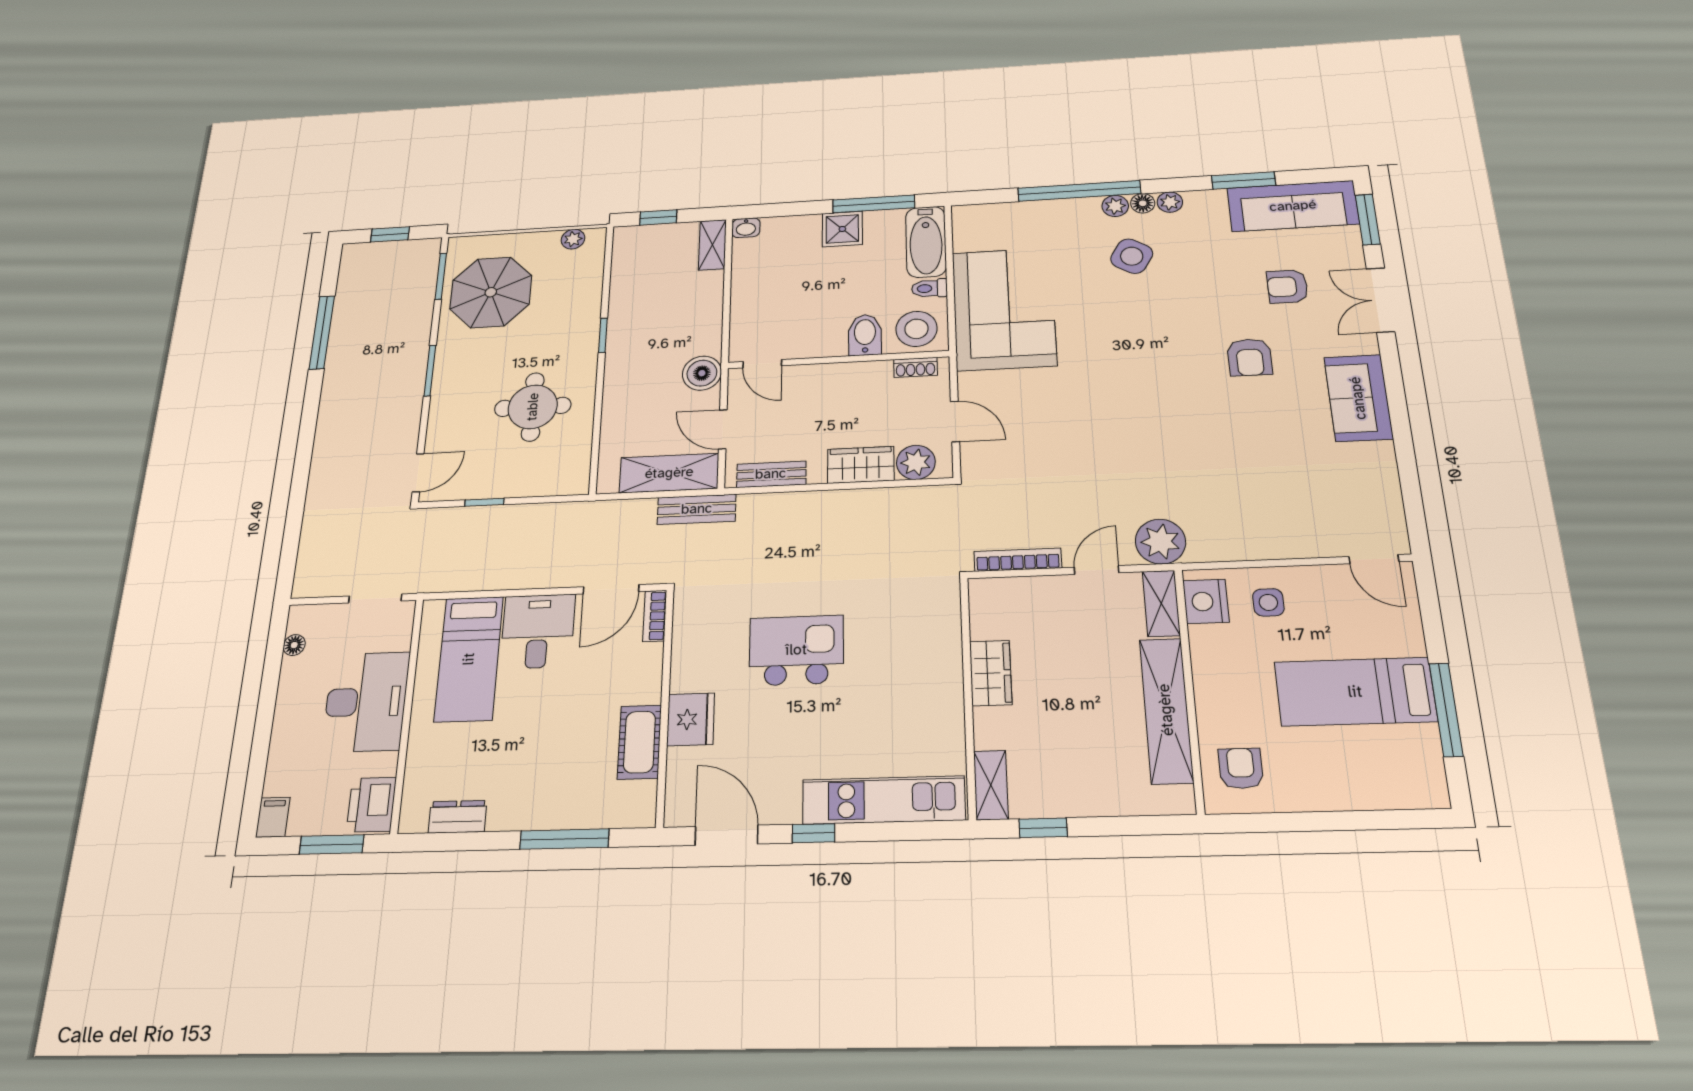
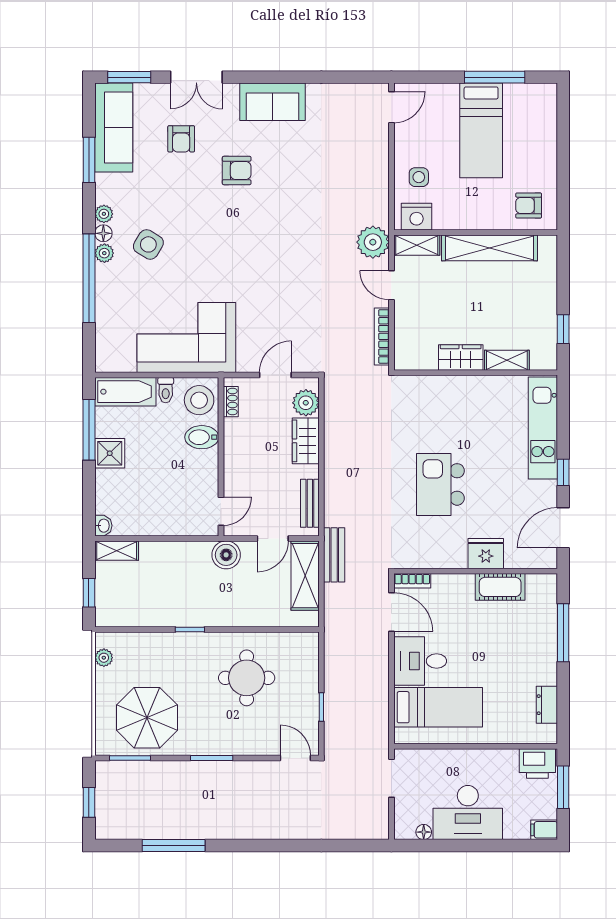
desk: (366, 702) -> (468, 813), moved, turned 180
shelving: (991, 785) -> (507, 360), moved

